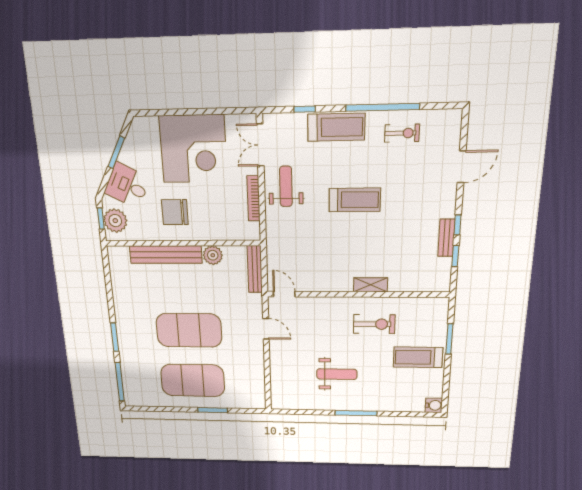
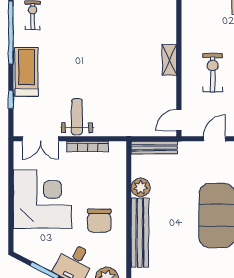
weight bench: (286, 186) -> (77, 117), turned 90
treadmill: (355, 200) -> (90, 55), removed
shelving: (371, 285) -> (169, 60), moved
exercise bike: (374, 324) -> (213, 73), moved

